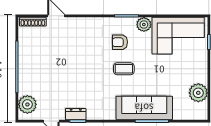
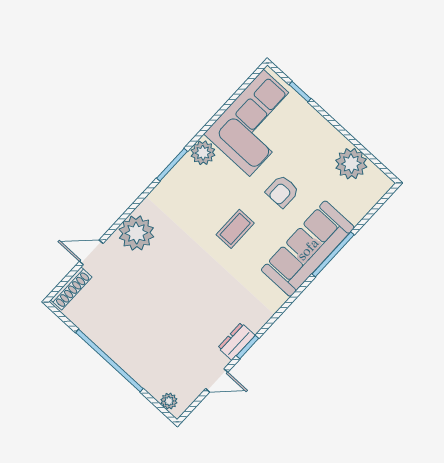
plant: (83, 28) -> (136, 233), added
armchair: (120, 42) -> (282, 191), moved
plant: (27, 104) -> (169, 401), width x0.53, depth x0.53

